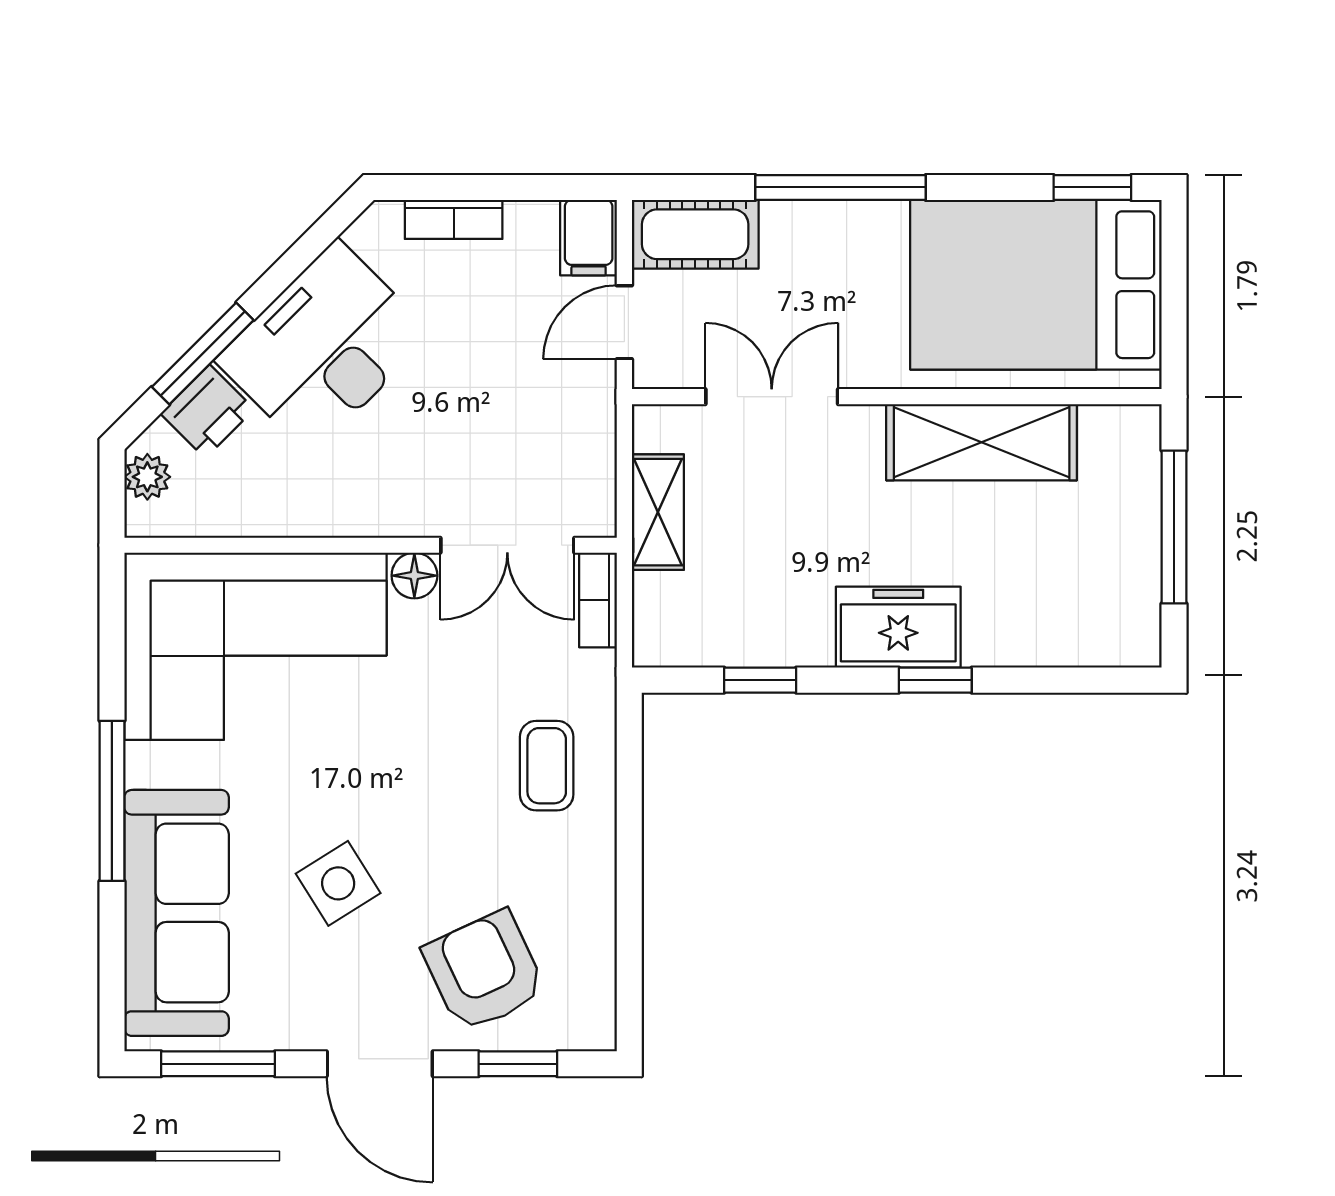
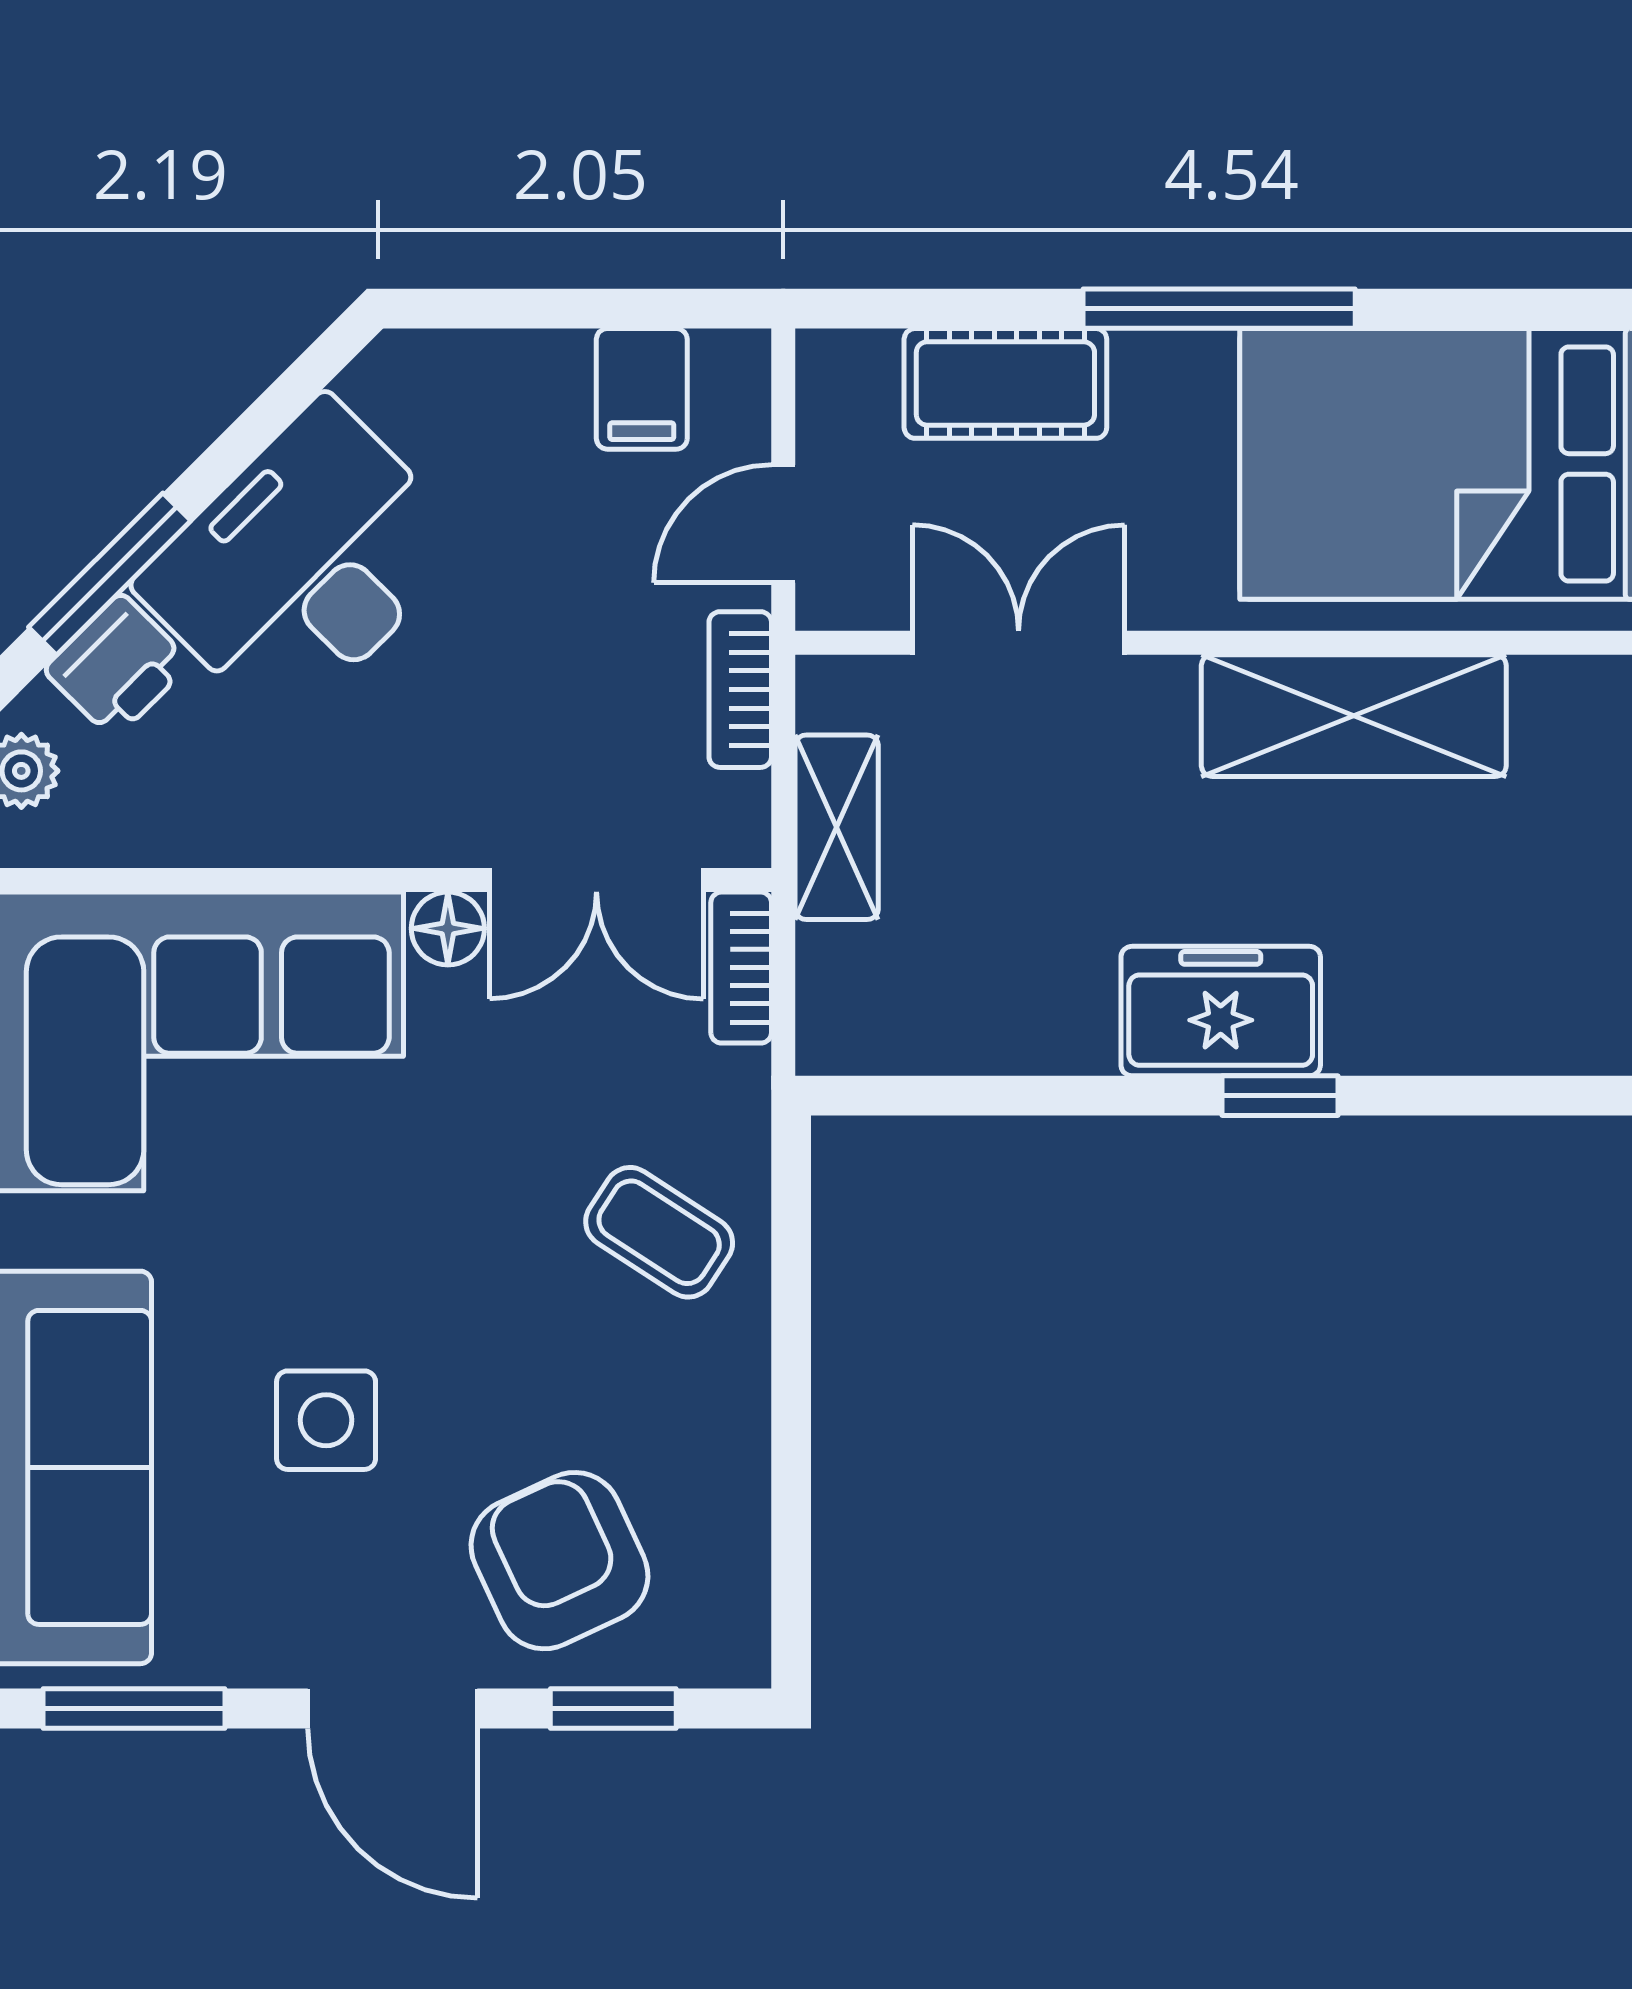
window: (840, 187) -> (1219, 309), moved
window: (1092, 187) -> (1531, 309), removed
bookcase: (454, 219) -> (740, 690), moved, turned 90
cot: (695, 234) -> (1005, 383), moved
filing cabinet: (589, 238) -> (642, 389), moved
window: (760, 680) -> (1000, 1096), removed
coffee table: (547, 766) -> (659, 1232), turned -57
side table: (338, 883) -> (326, 1420), turned 32

